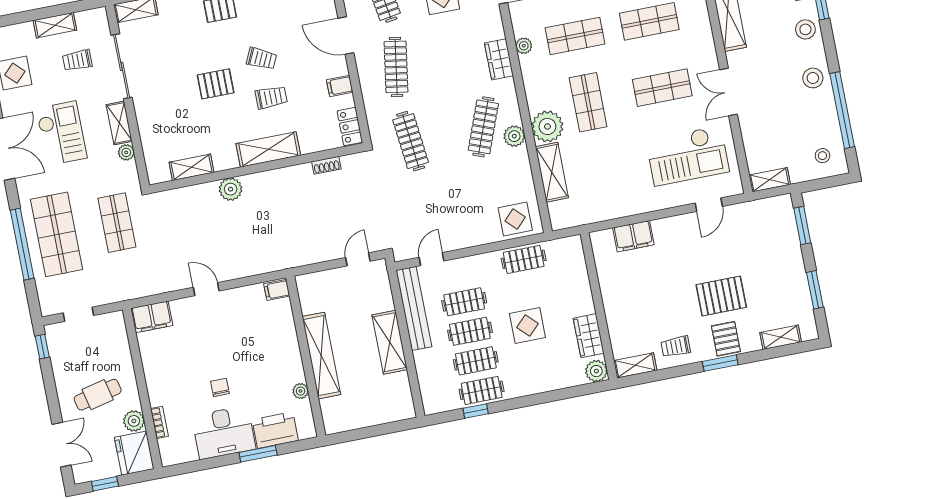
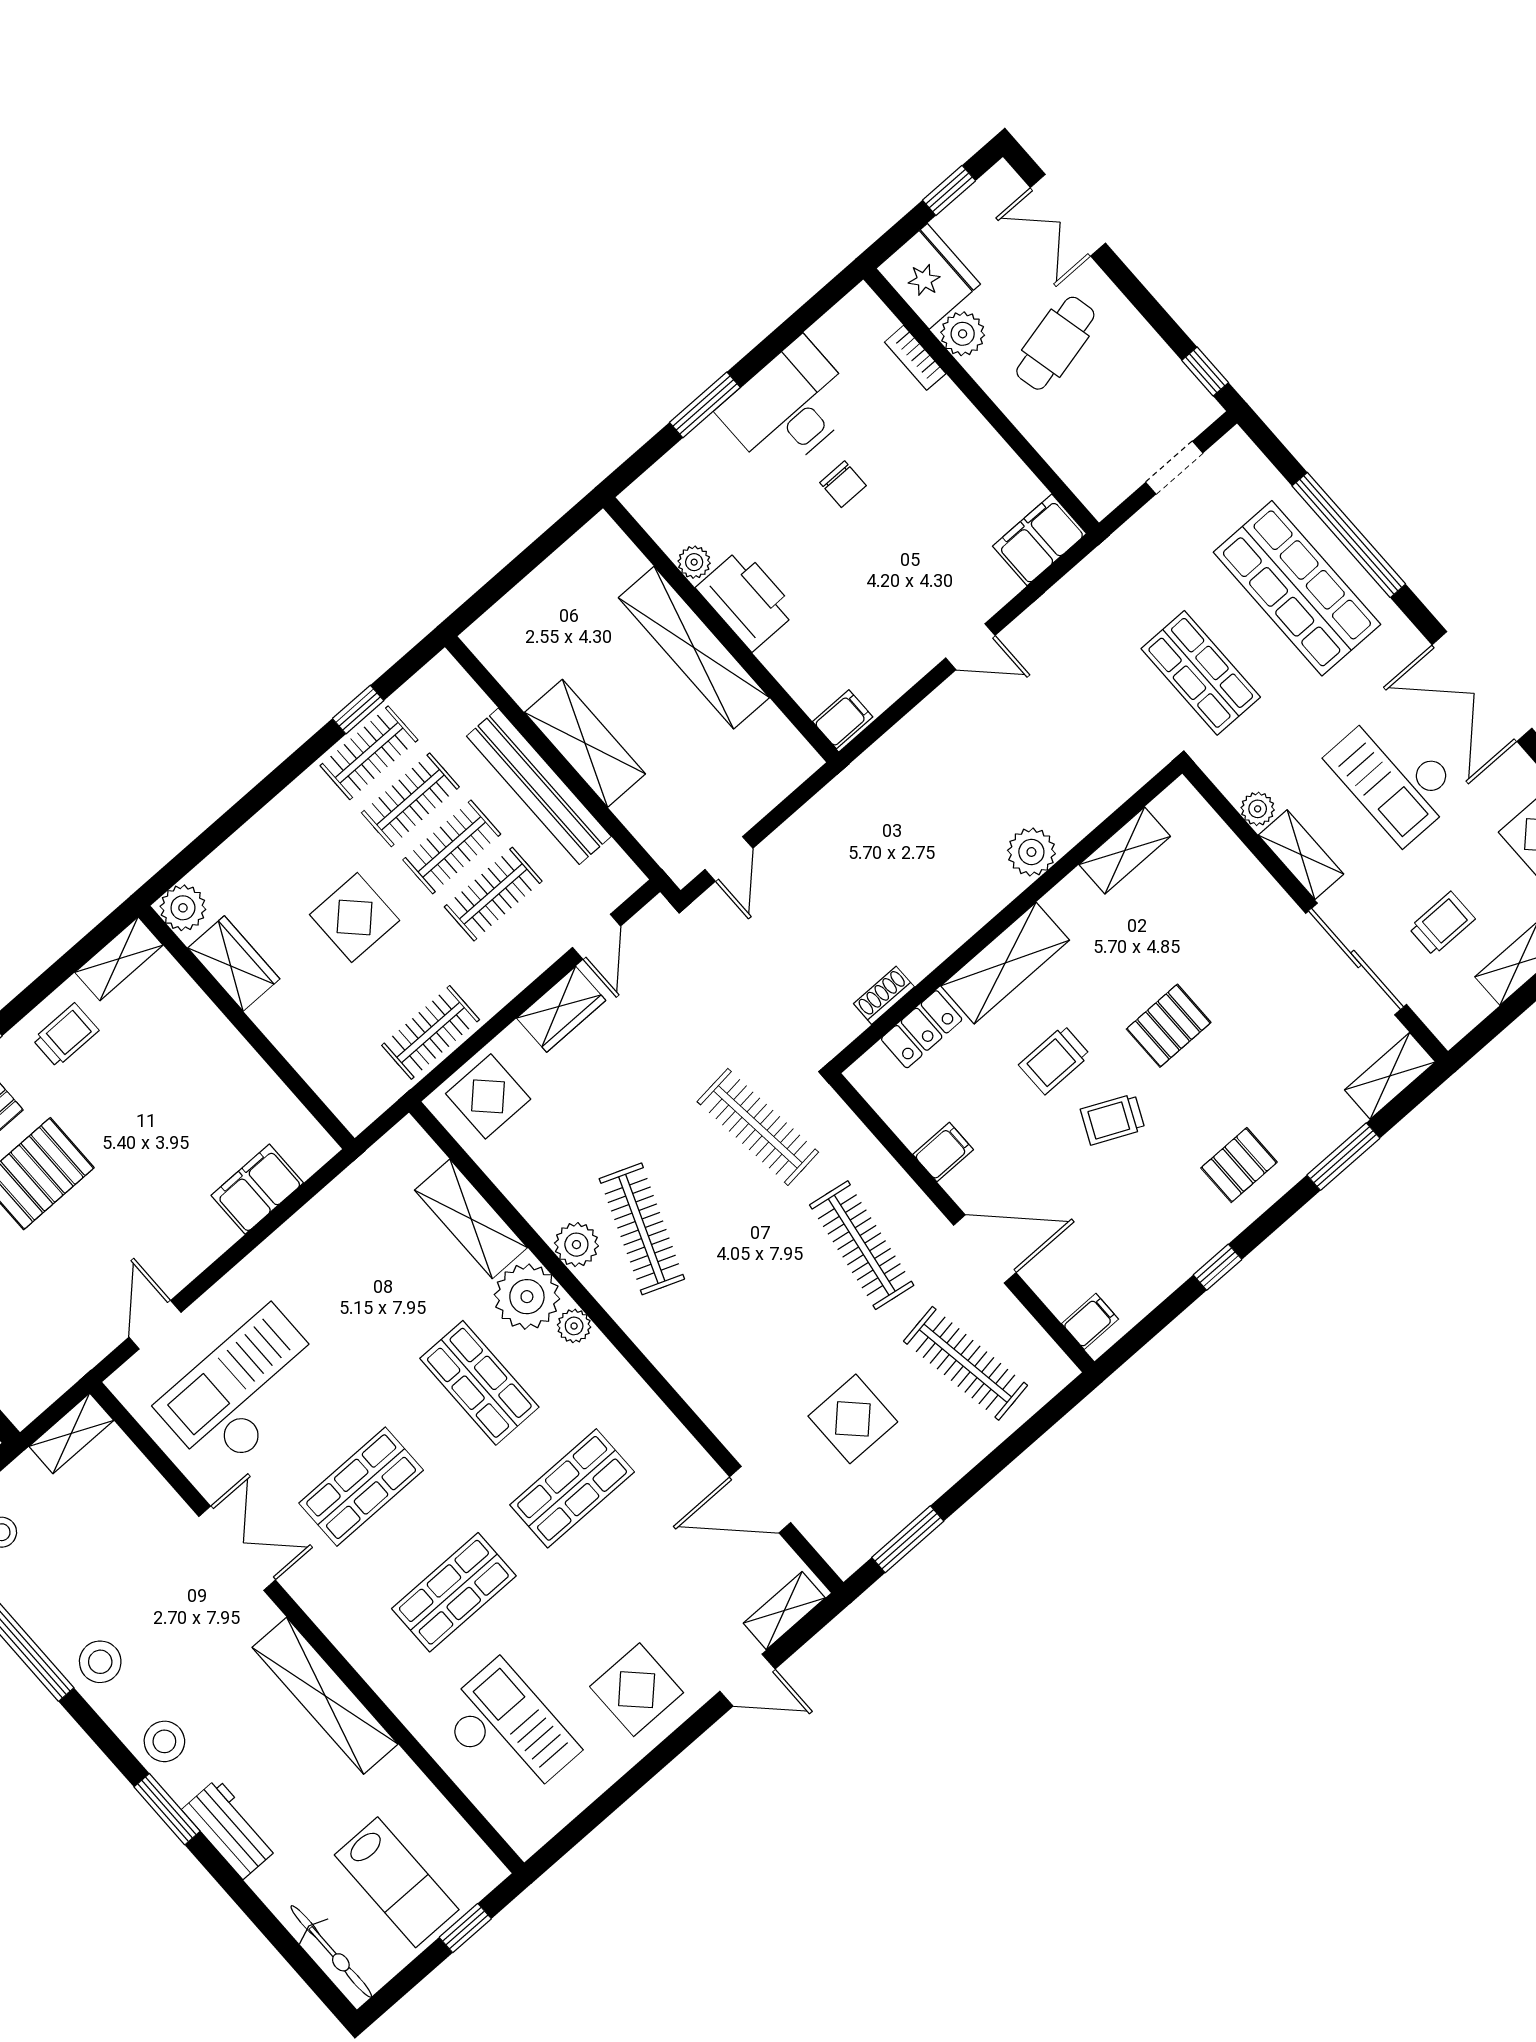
plant: (524, 46) -> (574, 1326), moved
wardrobe: (499, 59) -> (561, 1009), moved, turned 90
locker: (350, 126) -> (922, 1029), moved, turned 90
bench: (414, 308) -> (539, 786), moved
printer: (275, 430) -> (747, 600), moved, turned -90

